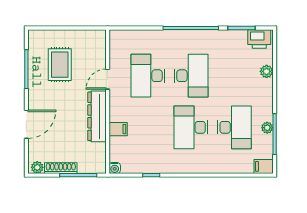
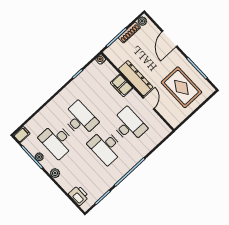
printer: (259, 39) -> (79, 195), moved, turned 90
rug: (60, 65) -> (181, 87), width x1.36, depth x1.43
plant: (267, 71) -> (55, 173), moved
filing cabinet: (118, 129) -> (122, 86), width x2.00

